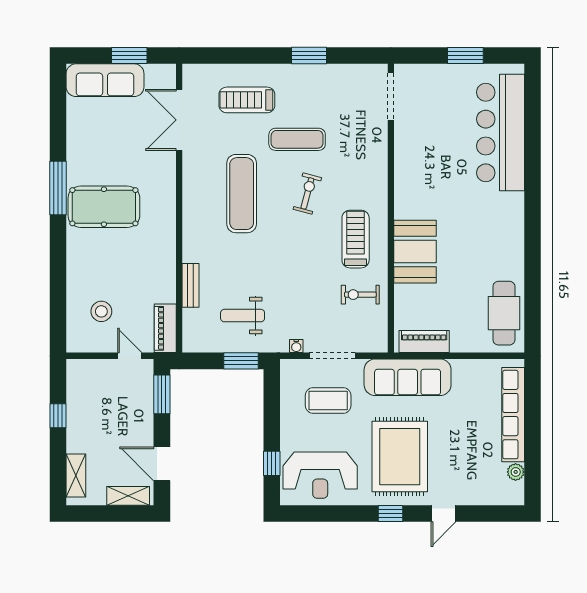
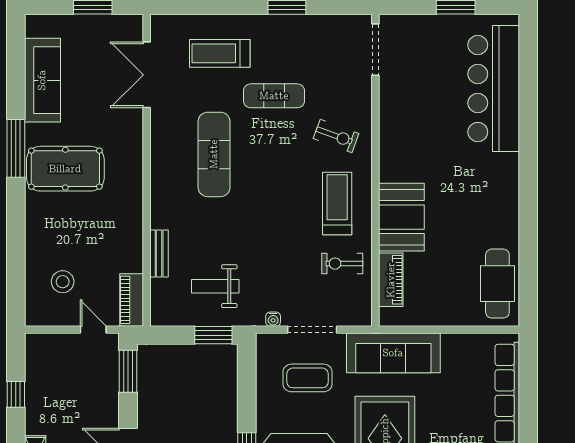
sofa: (105, 80) -> (42, 80), moved, turned -90
exercise bike: (307, 193) -> (336, 136), moved, turned 95
piano: (424, 342) -> (391, 280), moved, turned 90

